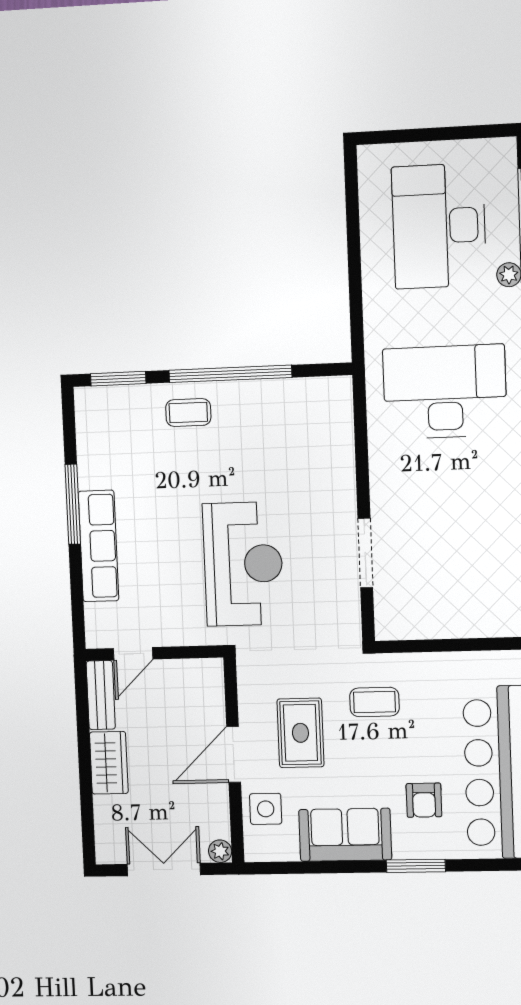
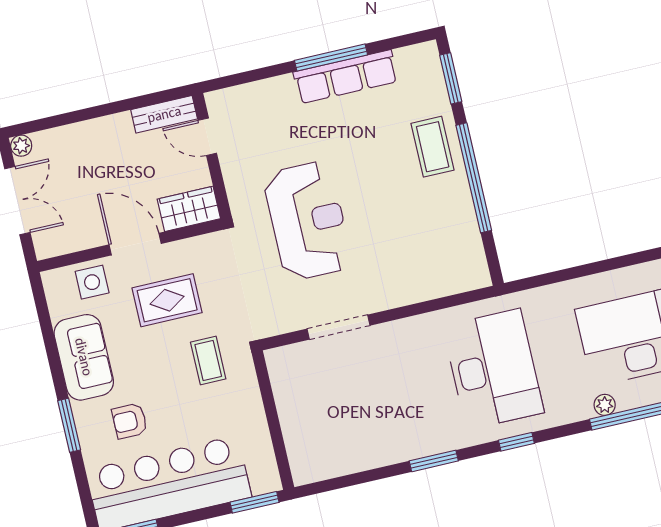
coffee table: (188, 413) -> (433, 147), width x1.36, depth x1.30
row of seats: (98, 546) -> (346, 77), moved
reception desk: (243, 564) -> (308, 221), turned -90
wardrobe: (109, 763) -> (189, 209), moved, turned 180
plant: (220, 851) -> (21, 146), moved

